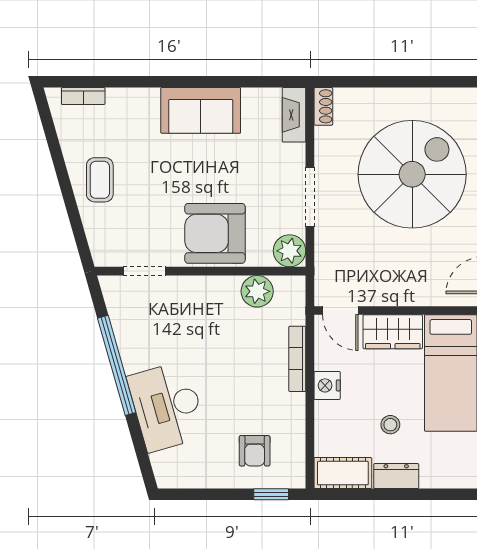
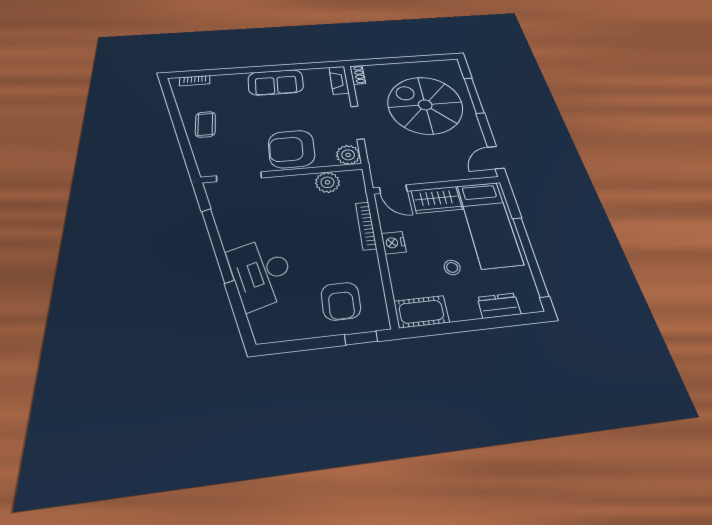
spiral stairs: (412, 174) -> (425, 105), turned -90
doorway: (144, 271) -> (239, 177), width x1.38
armchair: (255, 451) -> (341, 301), width x1.38, depth x1.38
dresser: (396, 476) -> (499, 306), moved

